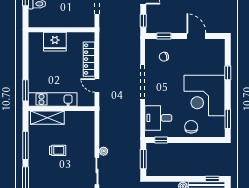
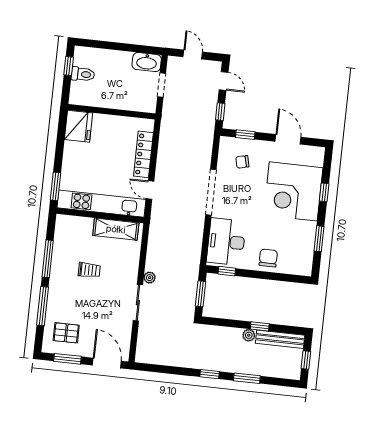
fridge: (55, 42) -> (78, 126), moved, turned -90
corner desk: (205, 95) -> (293, 191), moved
kitchen unit: (53, 99) -> (101, 204), width x1.36
shelving: (47, 118) -> (116, 229), moved
desk: (158, 118) -> (226, 242), width x1.37
window: (228, 119) -> (319, 239), moved
window: (212, 179) -> (260, 326), moved

